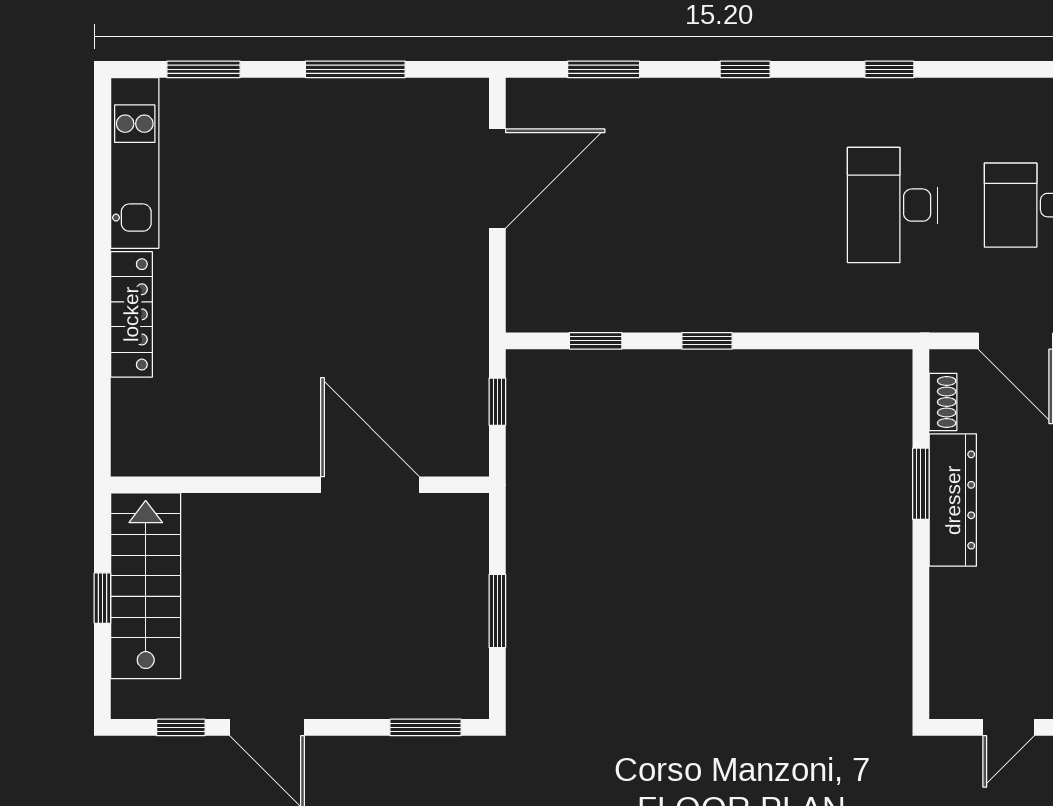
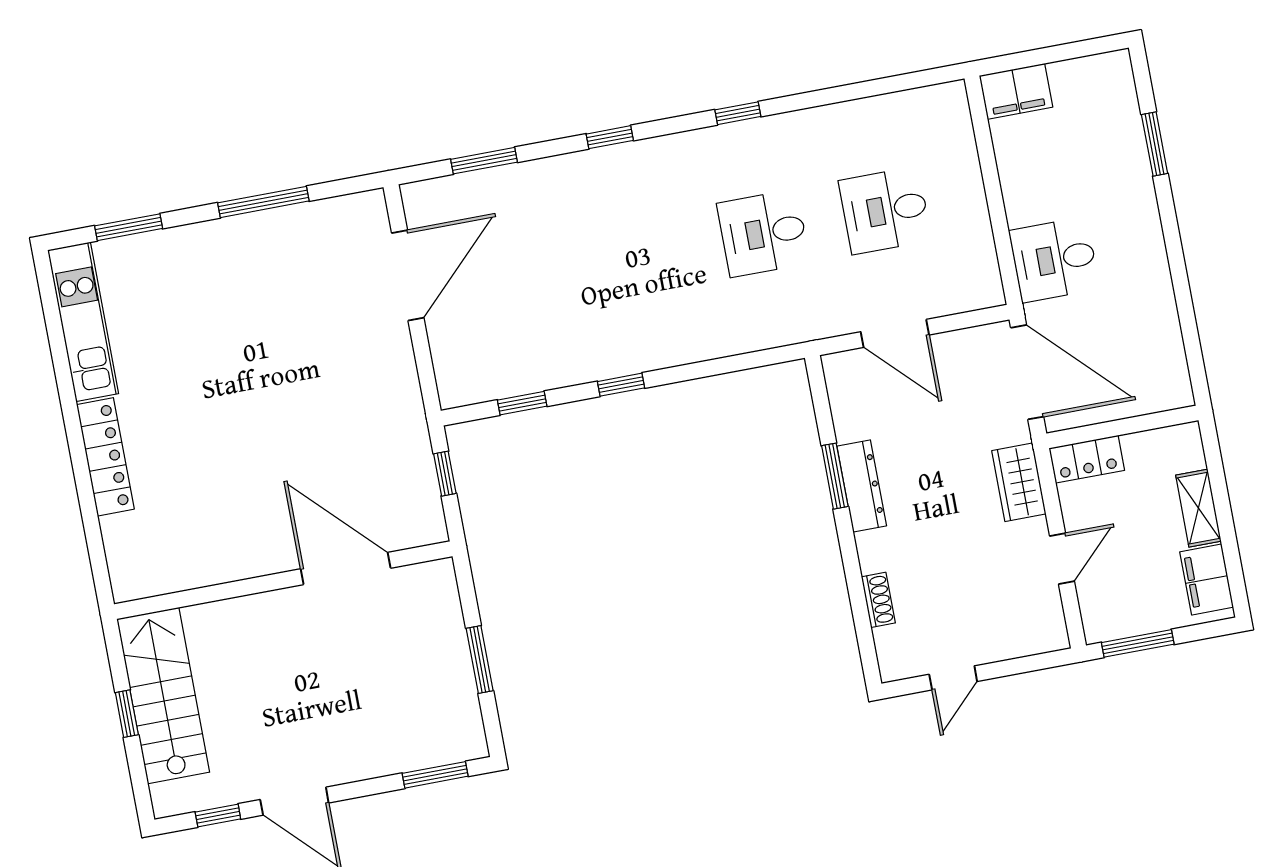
desk: (893, 205) -> (763, 233), width x0.73
shoe rack: (943, 402) -> (878, 600), moved
dresser: (953, 500) -> (862, 486), width x0.73, depth x0.80

